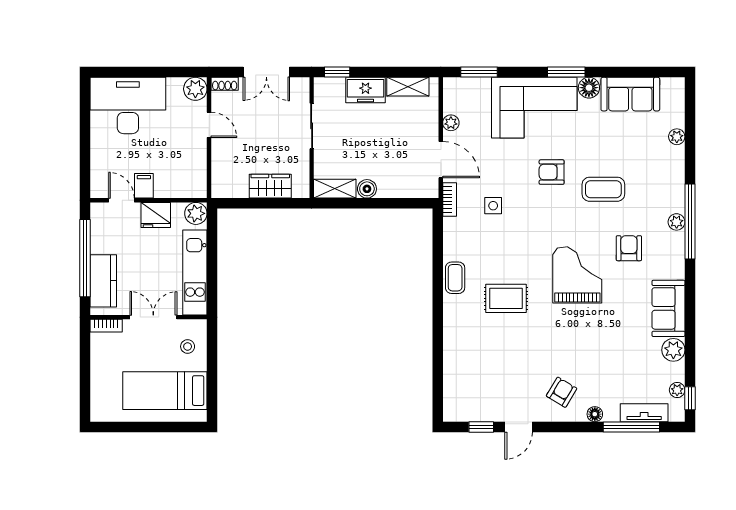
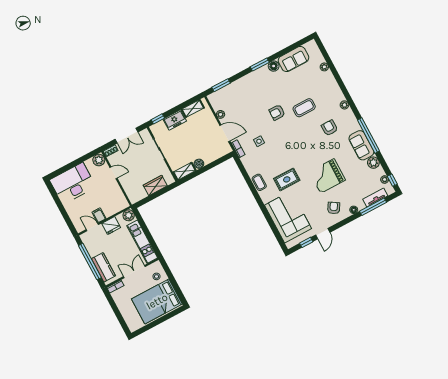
corner sofa: (534, 108) -> (288, 217), moved, turned -90
window: (690, 222) -> (368, 135), moved
grand piano: (577, 275) -> (327, 176), moved, turned -90
bed: (165, 391) -> (157, 301), width x1.50

